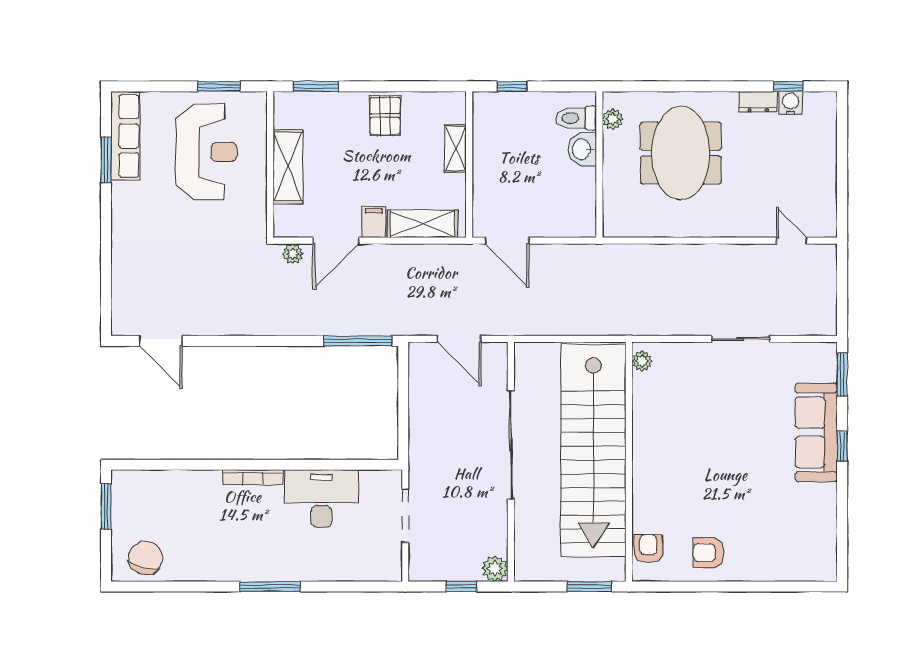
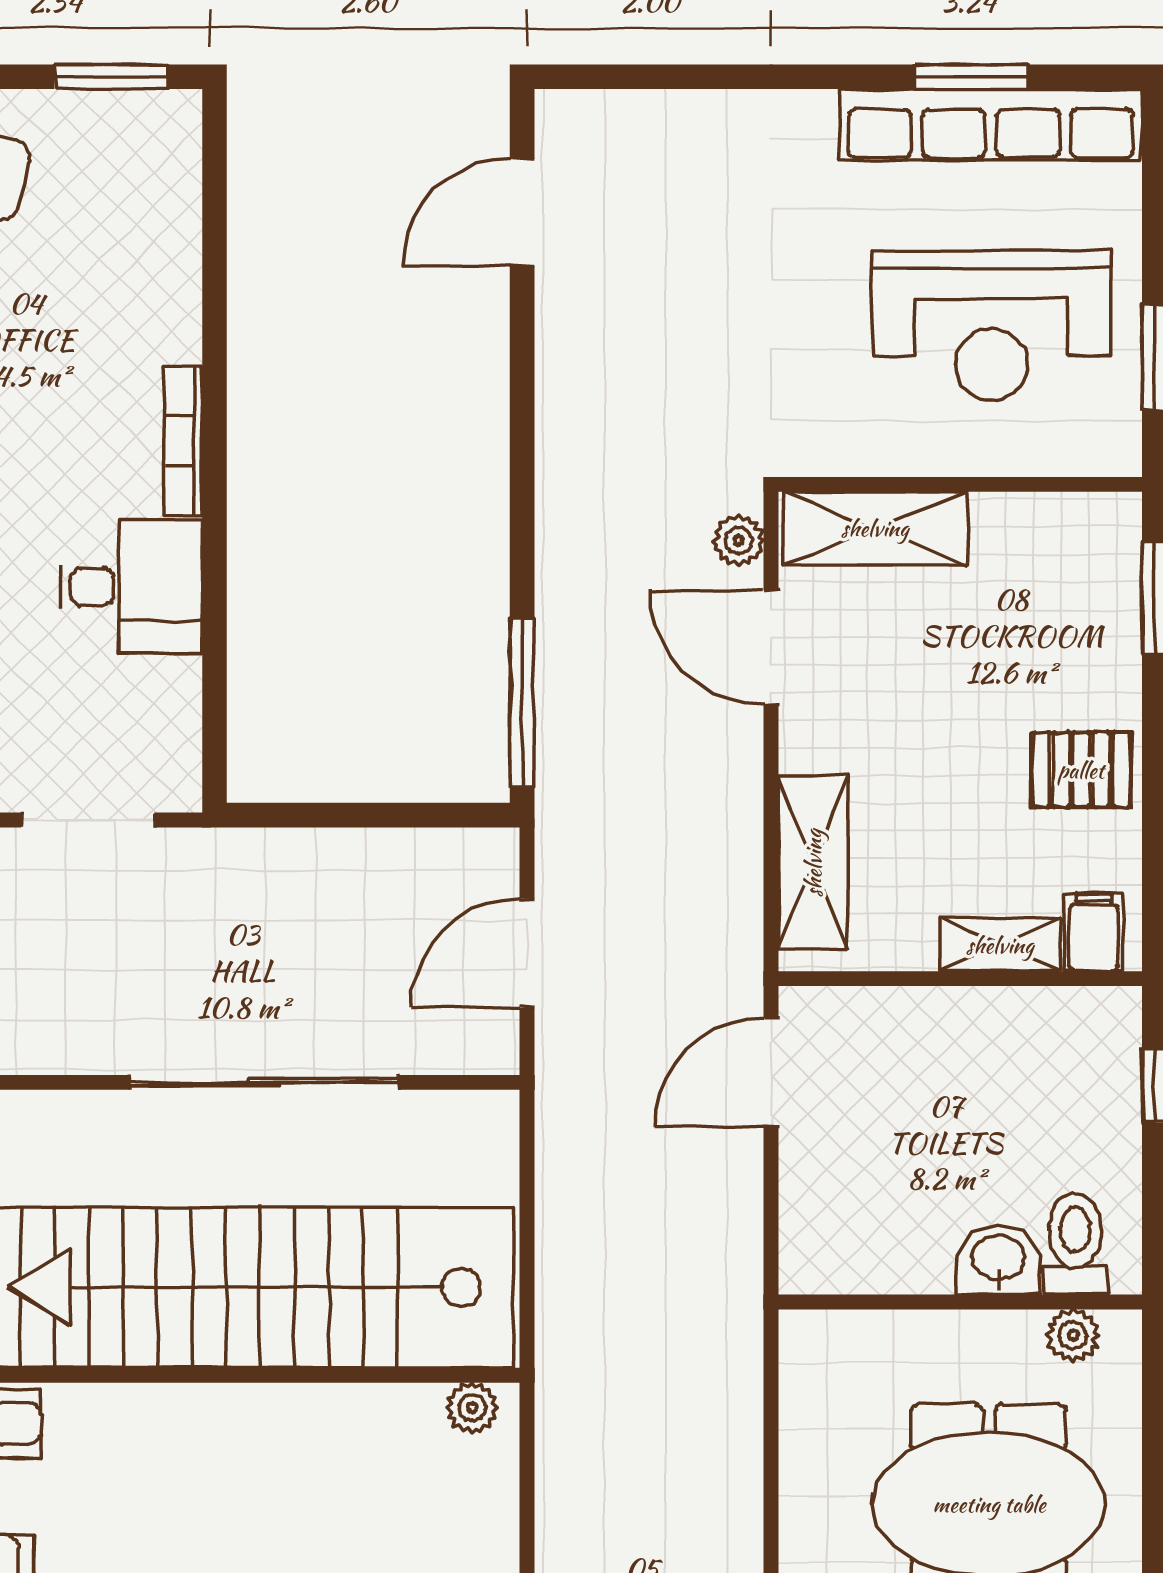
row of seats: (125, 136) -> (991, 125), width x1.36
shelving: (288, 167) -> (875, 528), moved
filing cabinet: (374, 222) -> (1094, 932), moved, turned -90
desk: (321, 498) -> (131, 587), width x0.73

